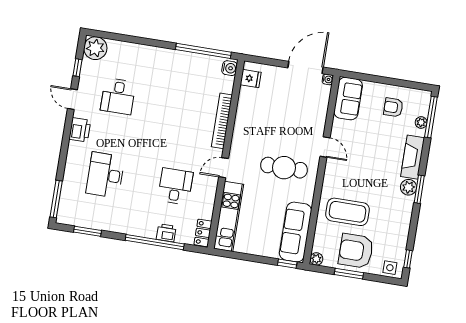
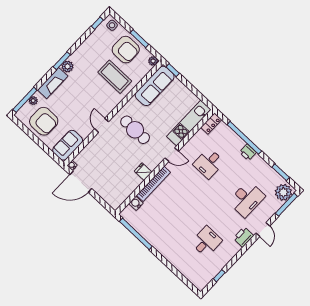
plant: (95, 48) -> (283, 192), moved
water cooler: (229, 68) -> (136, 203), moved
fridge: (251, 79) -> (143, 172), moved
door: (72, 99) -> (263, 229), moved
armchair: (393, 107) -> (44, 121), width x1.88, depth x1.88
printer: (166, 233) -> (248, 152), moved

